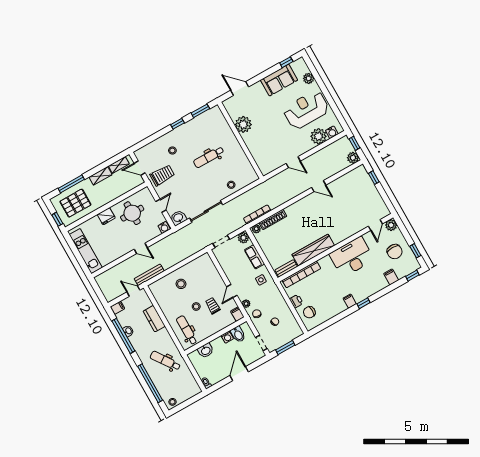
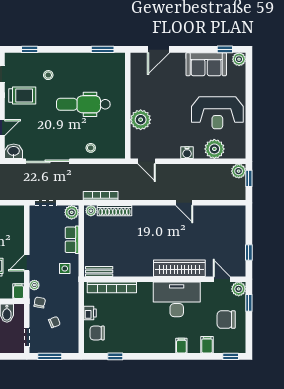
plant: (309, 78) -> (239, 59), moved
door: (240, 89) -> (159, 49), swing flipped
reception desk: (306, 110) -> (217, 113), turned 180
window: (177, 124) -> (30, 49), moved
plant: (243, 124) -> (141, 120), moved
water cooler: (332, 132) -> (187, 153), moved
dental chair: (209, 157) -> (83, 104), width x1.36, depth x1.38
plant: (353, 158) -> (239, 171), moved
door: (293, 162) -> (147, 161), moved
window: (374, 178) -> (249, 253), moved
door: (375, 225) -> (222, 279), swing flipped
wardrobe: (313, 250) -> (179, 268), moved
window: (415, 251) -> (249, 303), moved
chair: (395, 252) -> (226, 320), turned 90
filing cabinet: (350, 301) -> (181, 346), moved
window: (364, 303) -> (115, 356), moved

